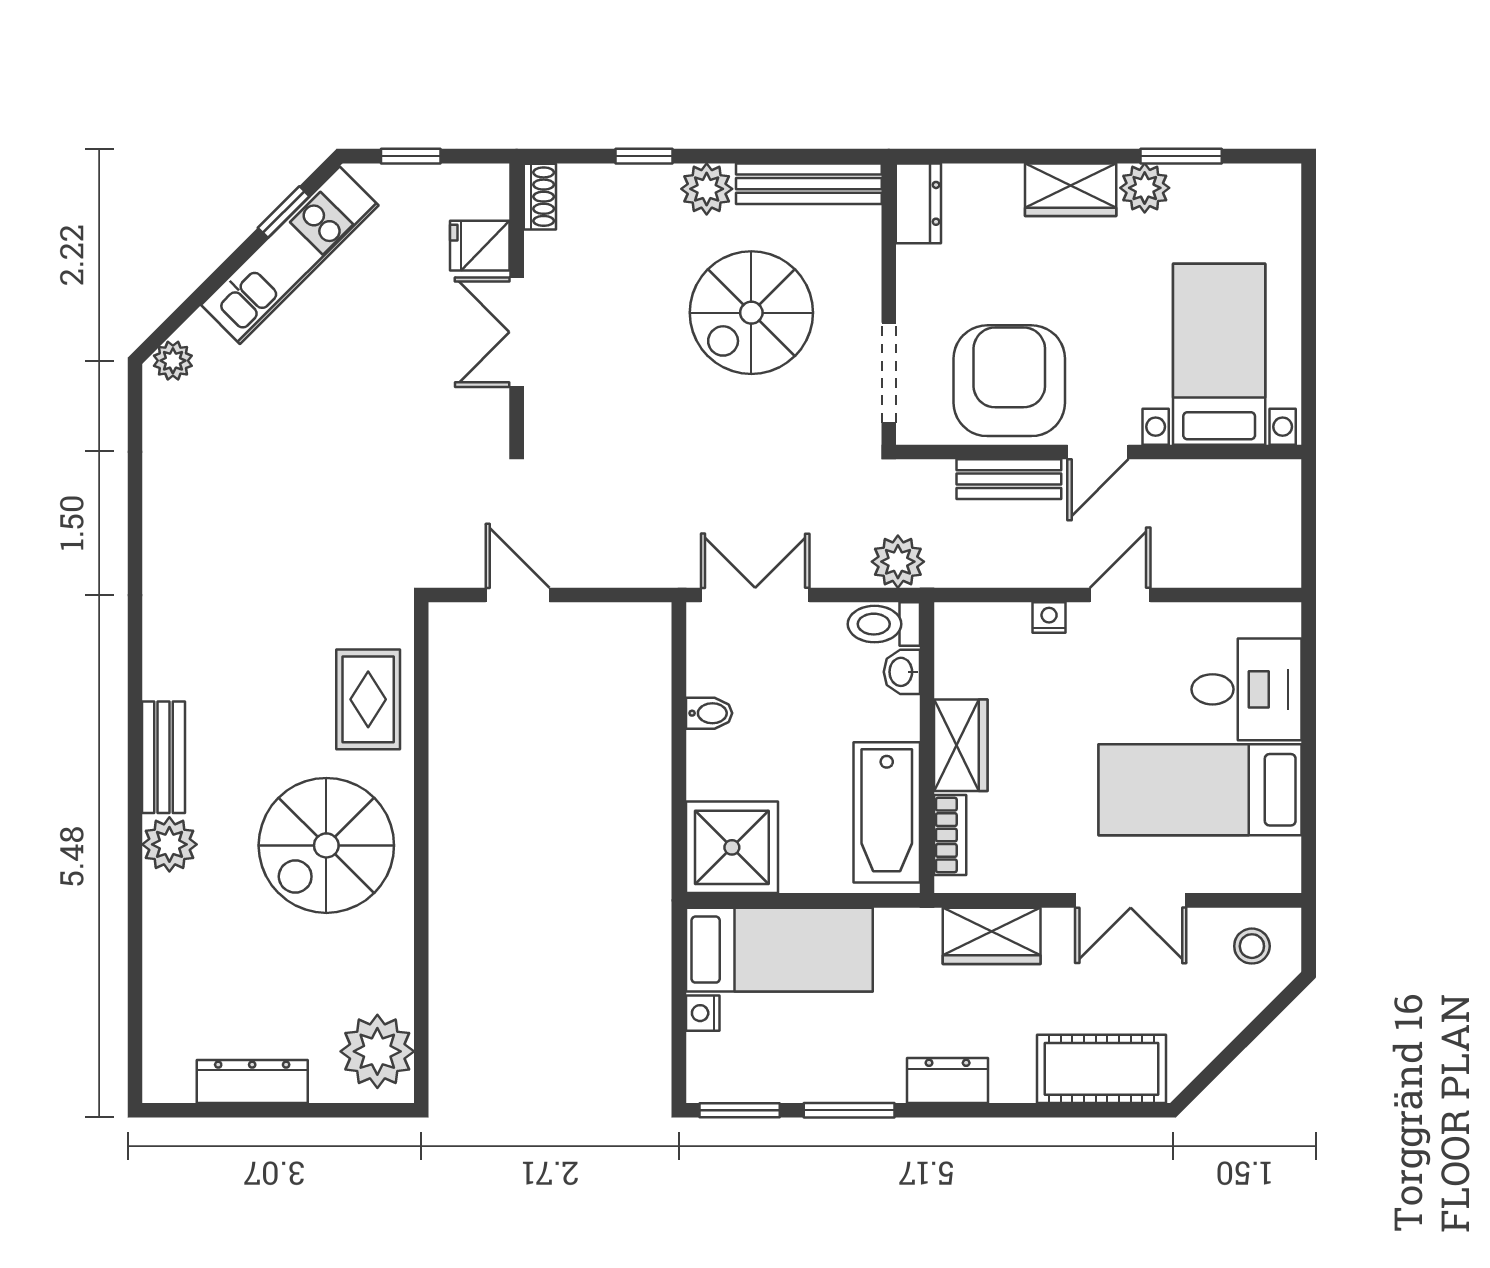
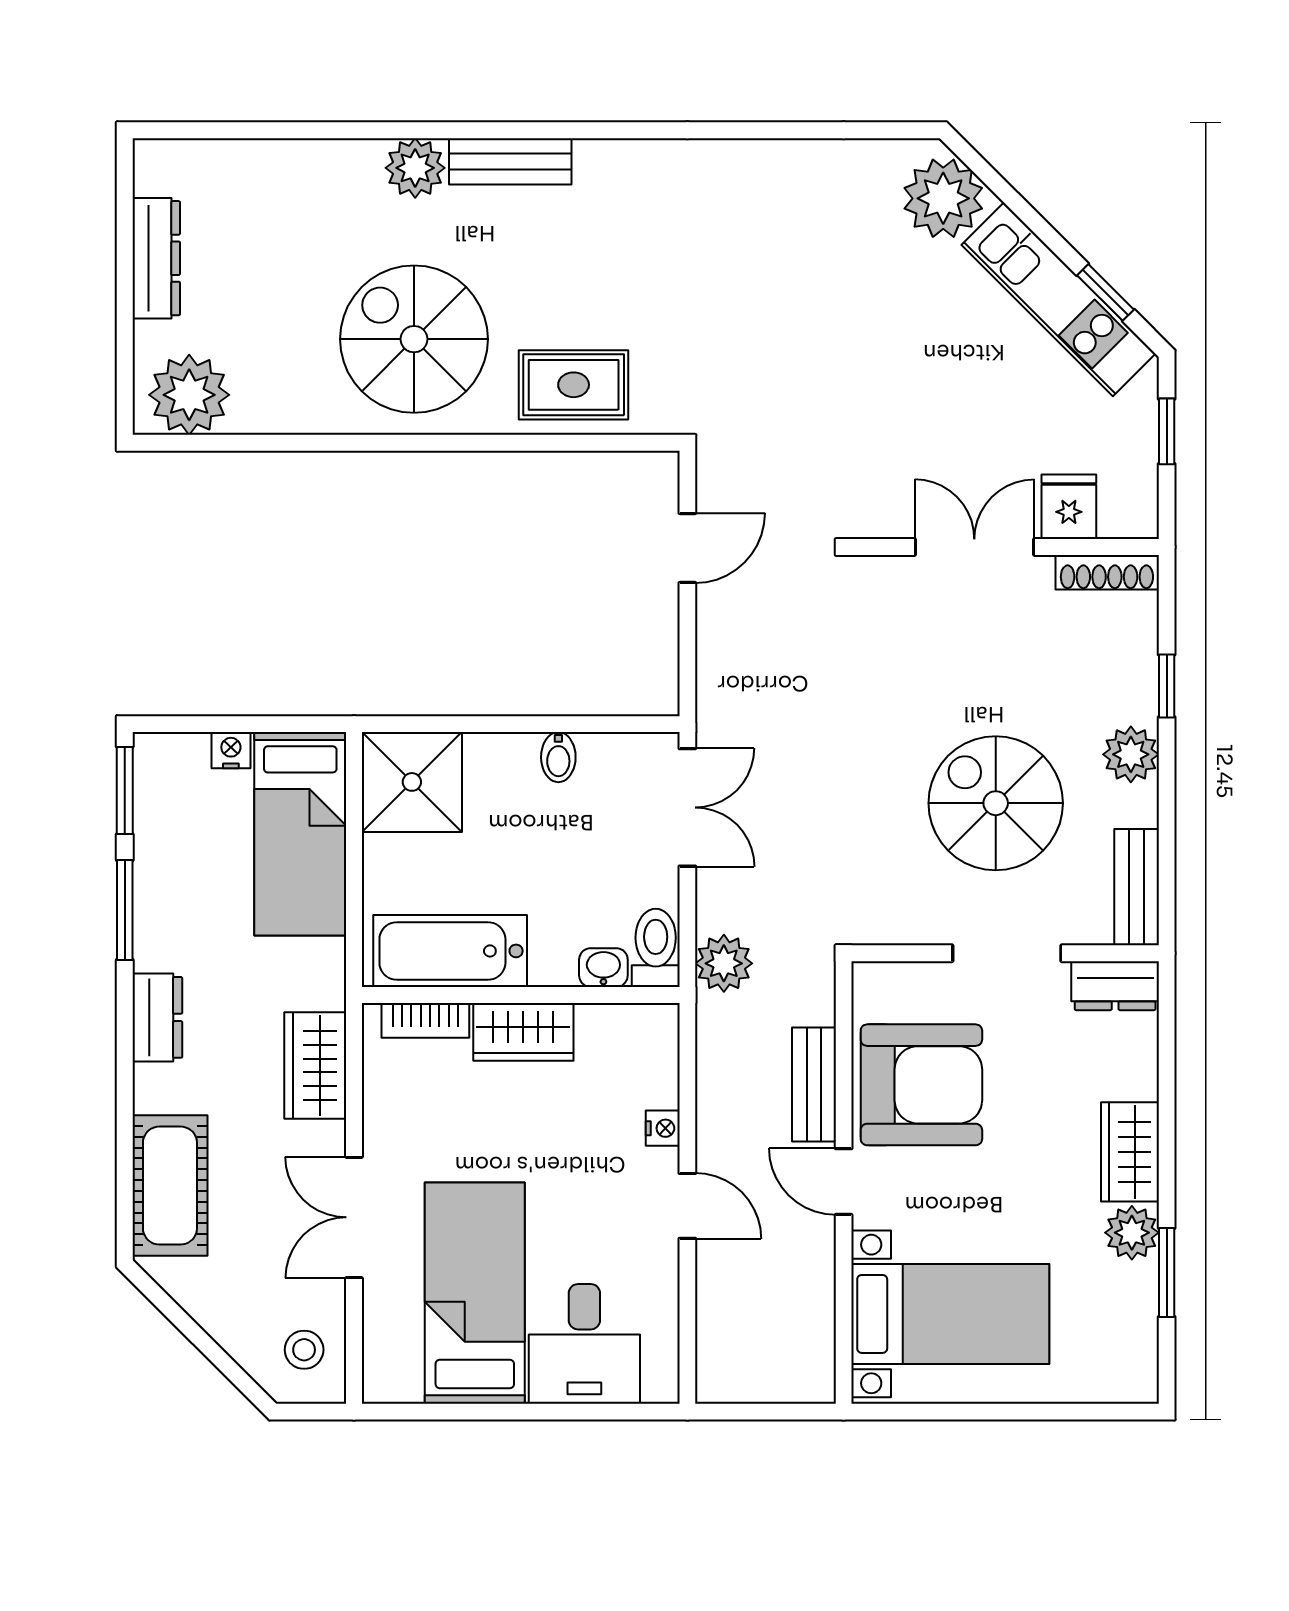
bench: (809, 184) -> (1137, 887), width x0.73
shoe rack: (540, 197) -> (1107, 572), width x1.43
plant: (173, 361) -> (943, 198), width x1.87, depth x1.87
doorway: (889, 373) -> (1007, 953), moved

